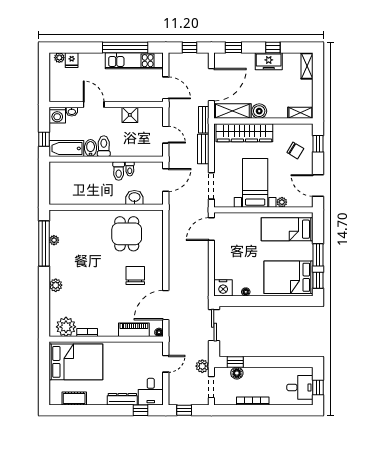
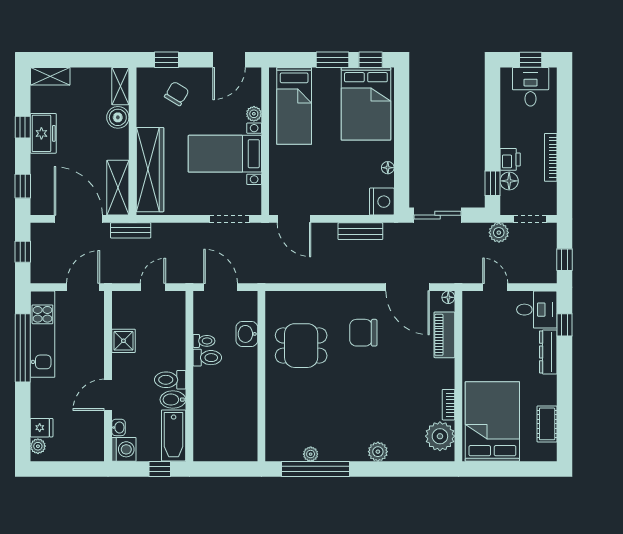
boiler: (259, 111) -> (118, 117), moved
bench: (203, 149) -> (360, 231), moved
printer: (251, 374) -> (510, 159), added

